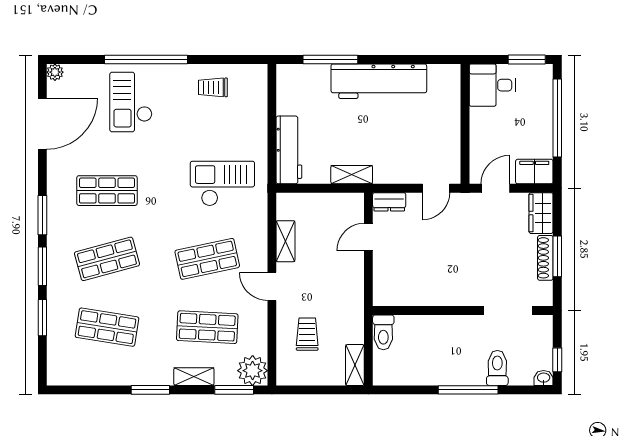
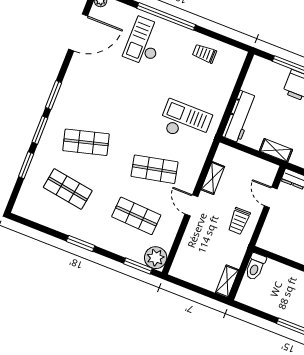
shop shelf: (107, 191) -> (104, 96), removed
door: (368, 237) -> (271, 197), hinge flipped
trolley: (307, 334) -> (239, 221), moved, turned 180
shelving: (194, 377) -> (114, 246), removed

